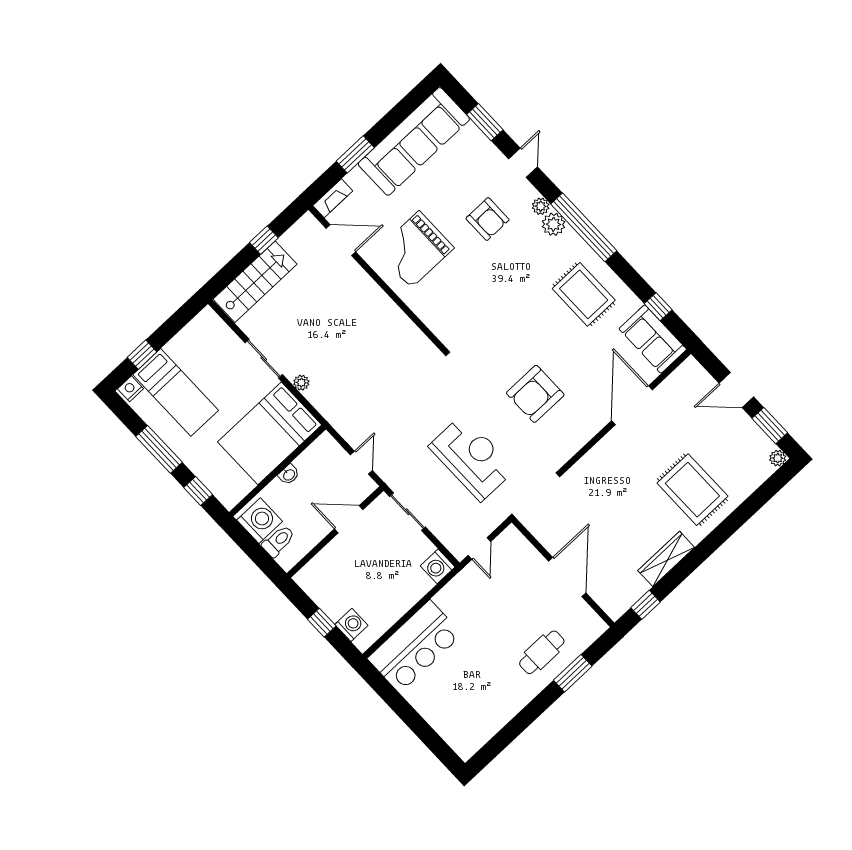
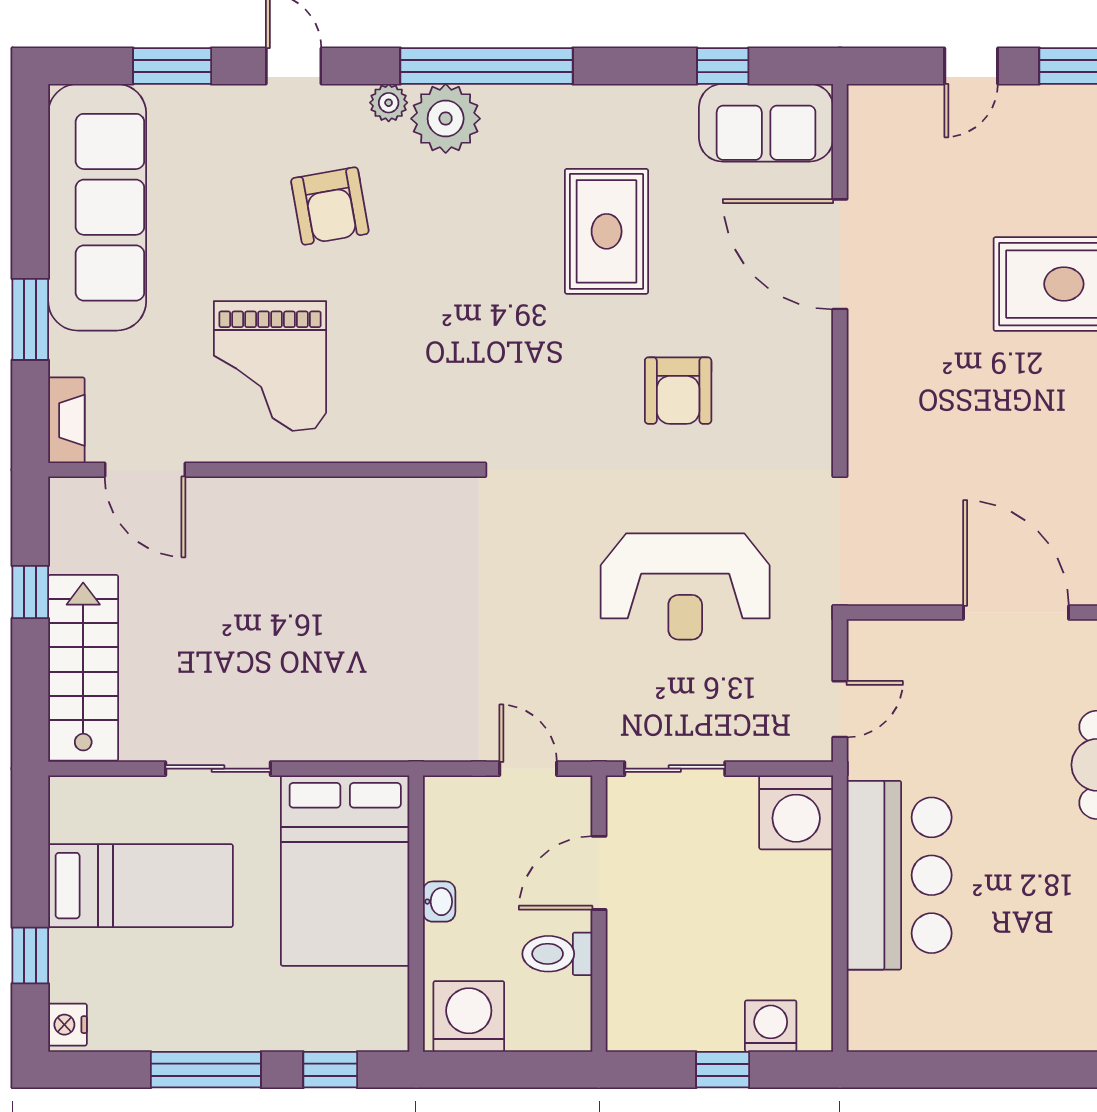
armchair: (488, 219) -> (330, 206), turned 80
plant: (553, 224) -> (446, 119), width x1.36, depth x1.36
door: (341, 240) -> (145, 470), swing flipped
rug: (584, 294) -> (607, 231), moved, turned 90
plant: (301, 383) -> (312, 745), removed
door: (736, 390) -> (971, 66), width x0.73
bed: (176, 392) -> (140, 886), moved
armchair: (535, 394) -> (678, 391), width x0.73, depth x0.73
reception desk: (472, 458) -> (685, 586), turned 180
toilet: (278, 541) -> (557, 954), moved, turned -90
door: (479, 548) -> (840, 709), hinge flipped
washing machine: (438, 566) -> (796, 812), width x1.37, depth x1.37
bar counter: (415, 646) -> (899, 875), moved

